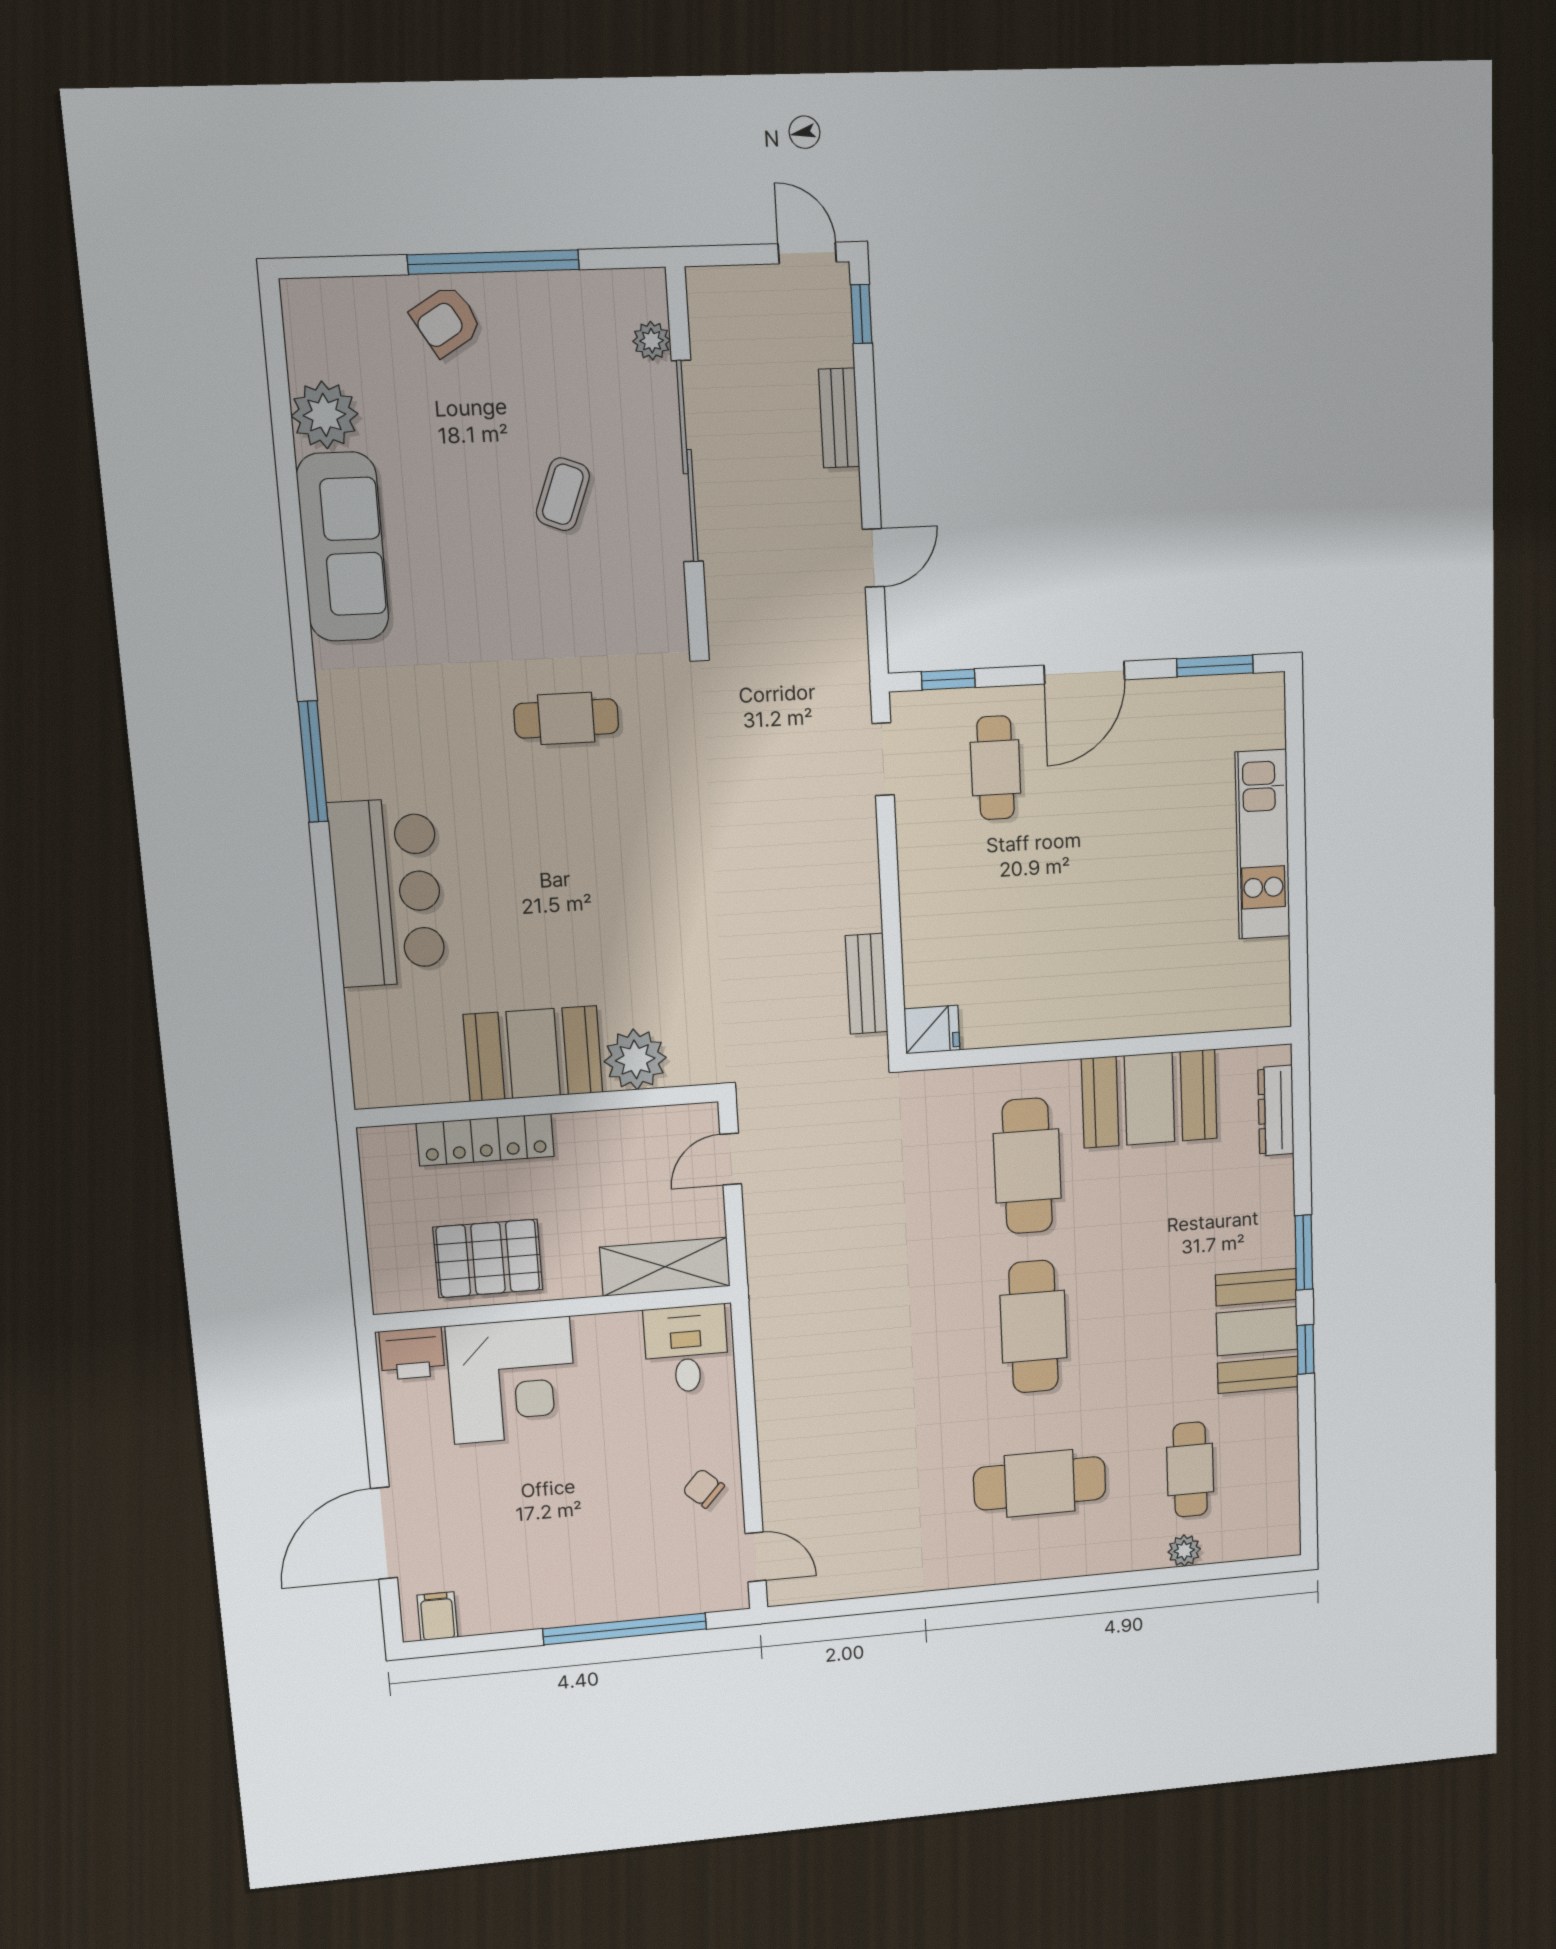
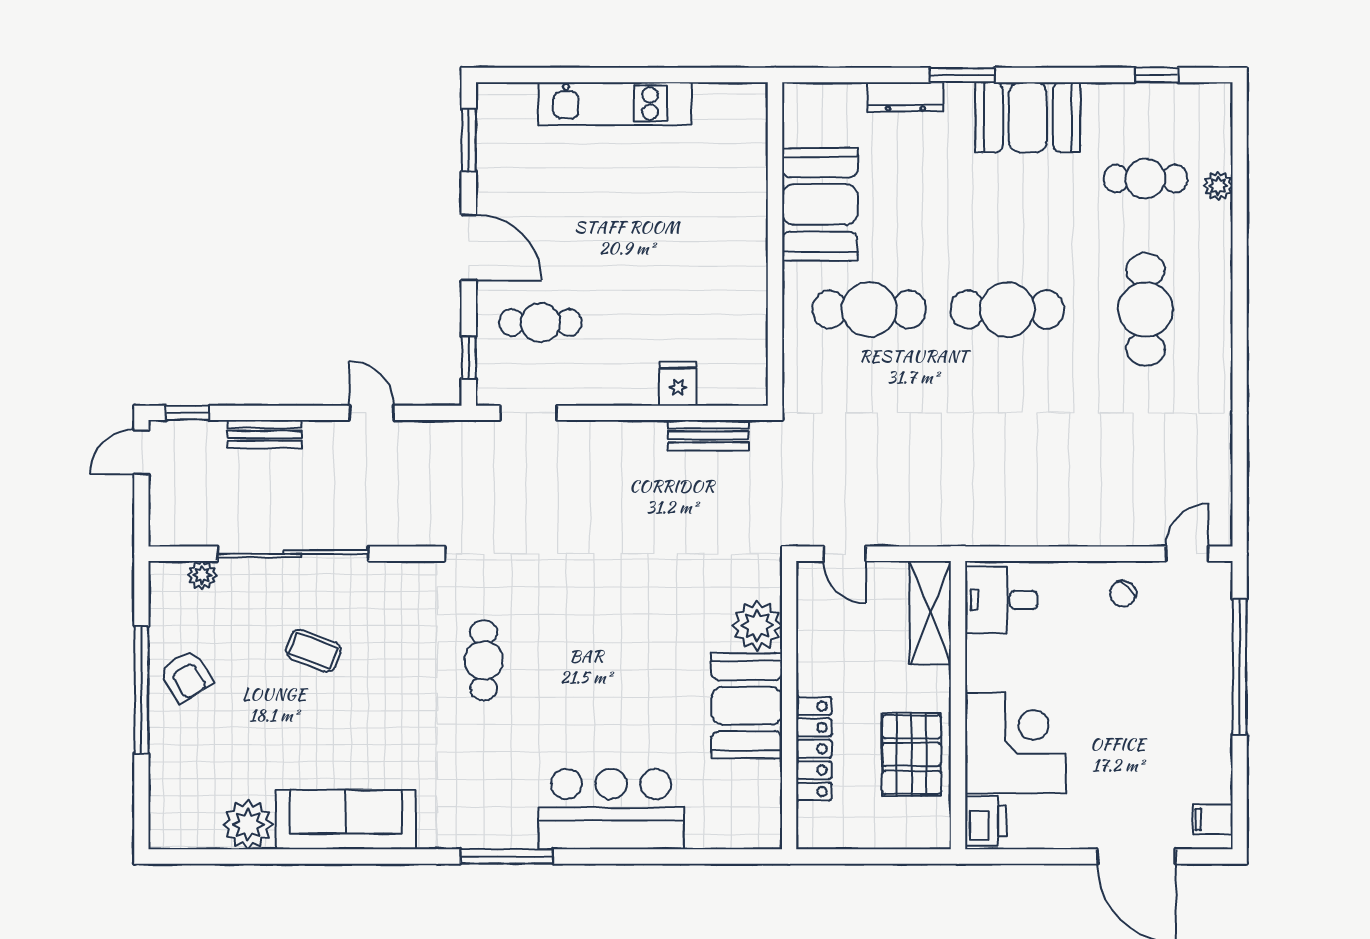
armchair: (446, 321) -> (186, 676), moved
fridge: (932, 1030) -> (678, 384), moved
dresser: (1276, 1111) -> (905, 97), moved
window: (1306, 1349) -> (1157, 75), moved

